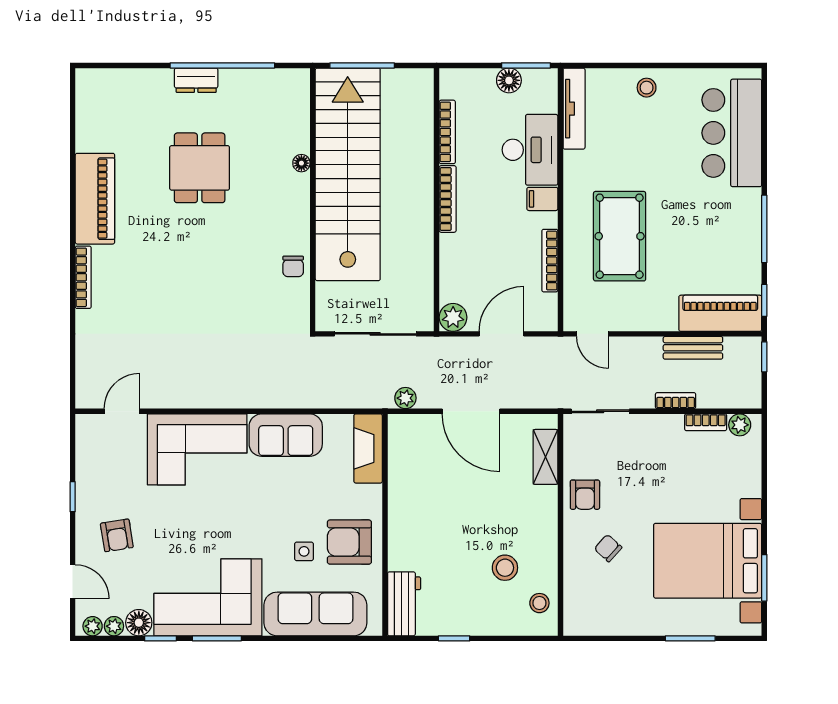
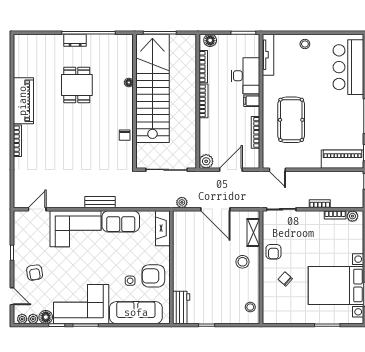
floor lamp: (509, 80) -> (210, 40), moved
bench: (693, 348) -> (100, 202), moved
stool: (505, 568) -> (242, 262), moved

